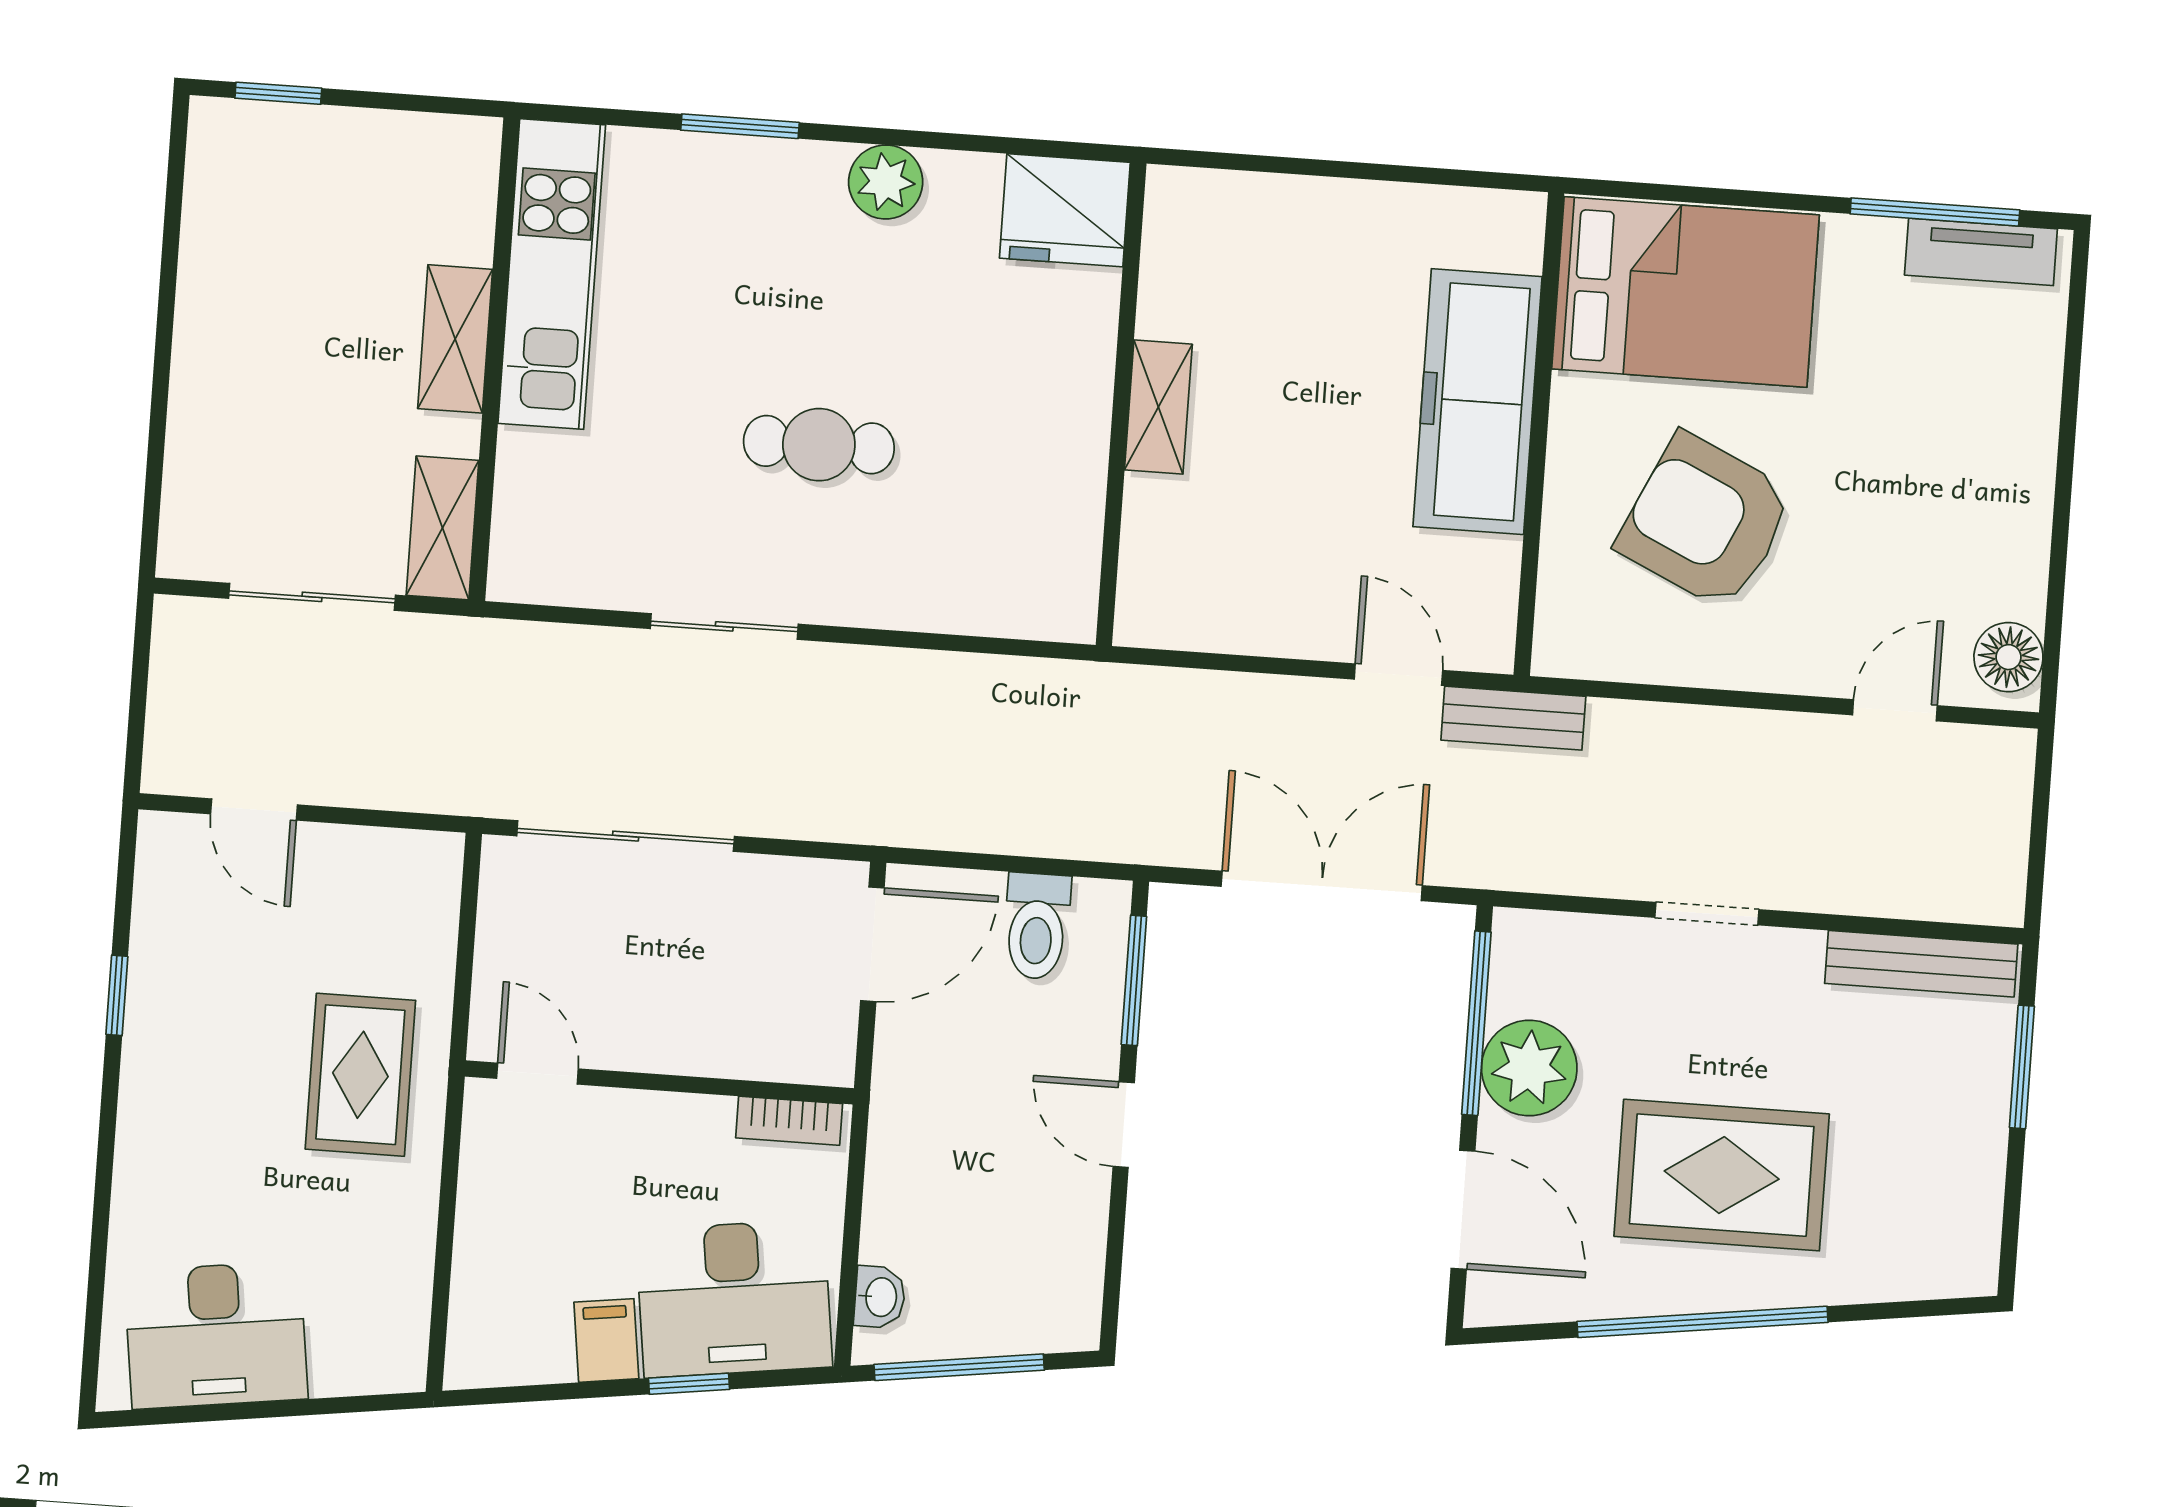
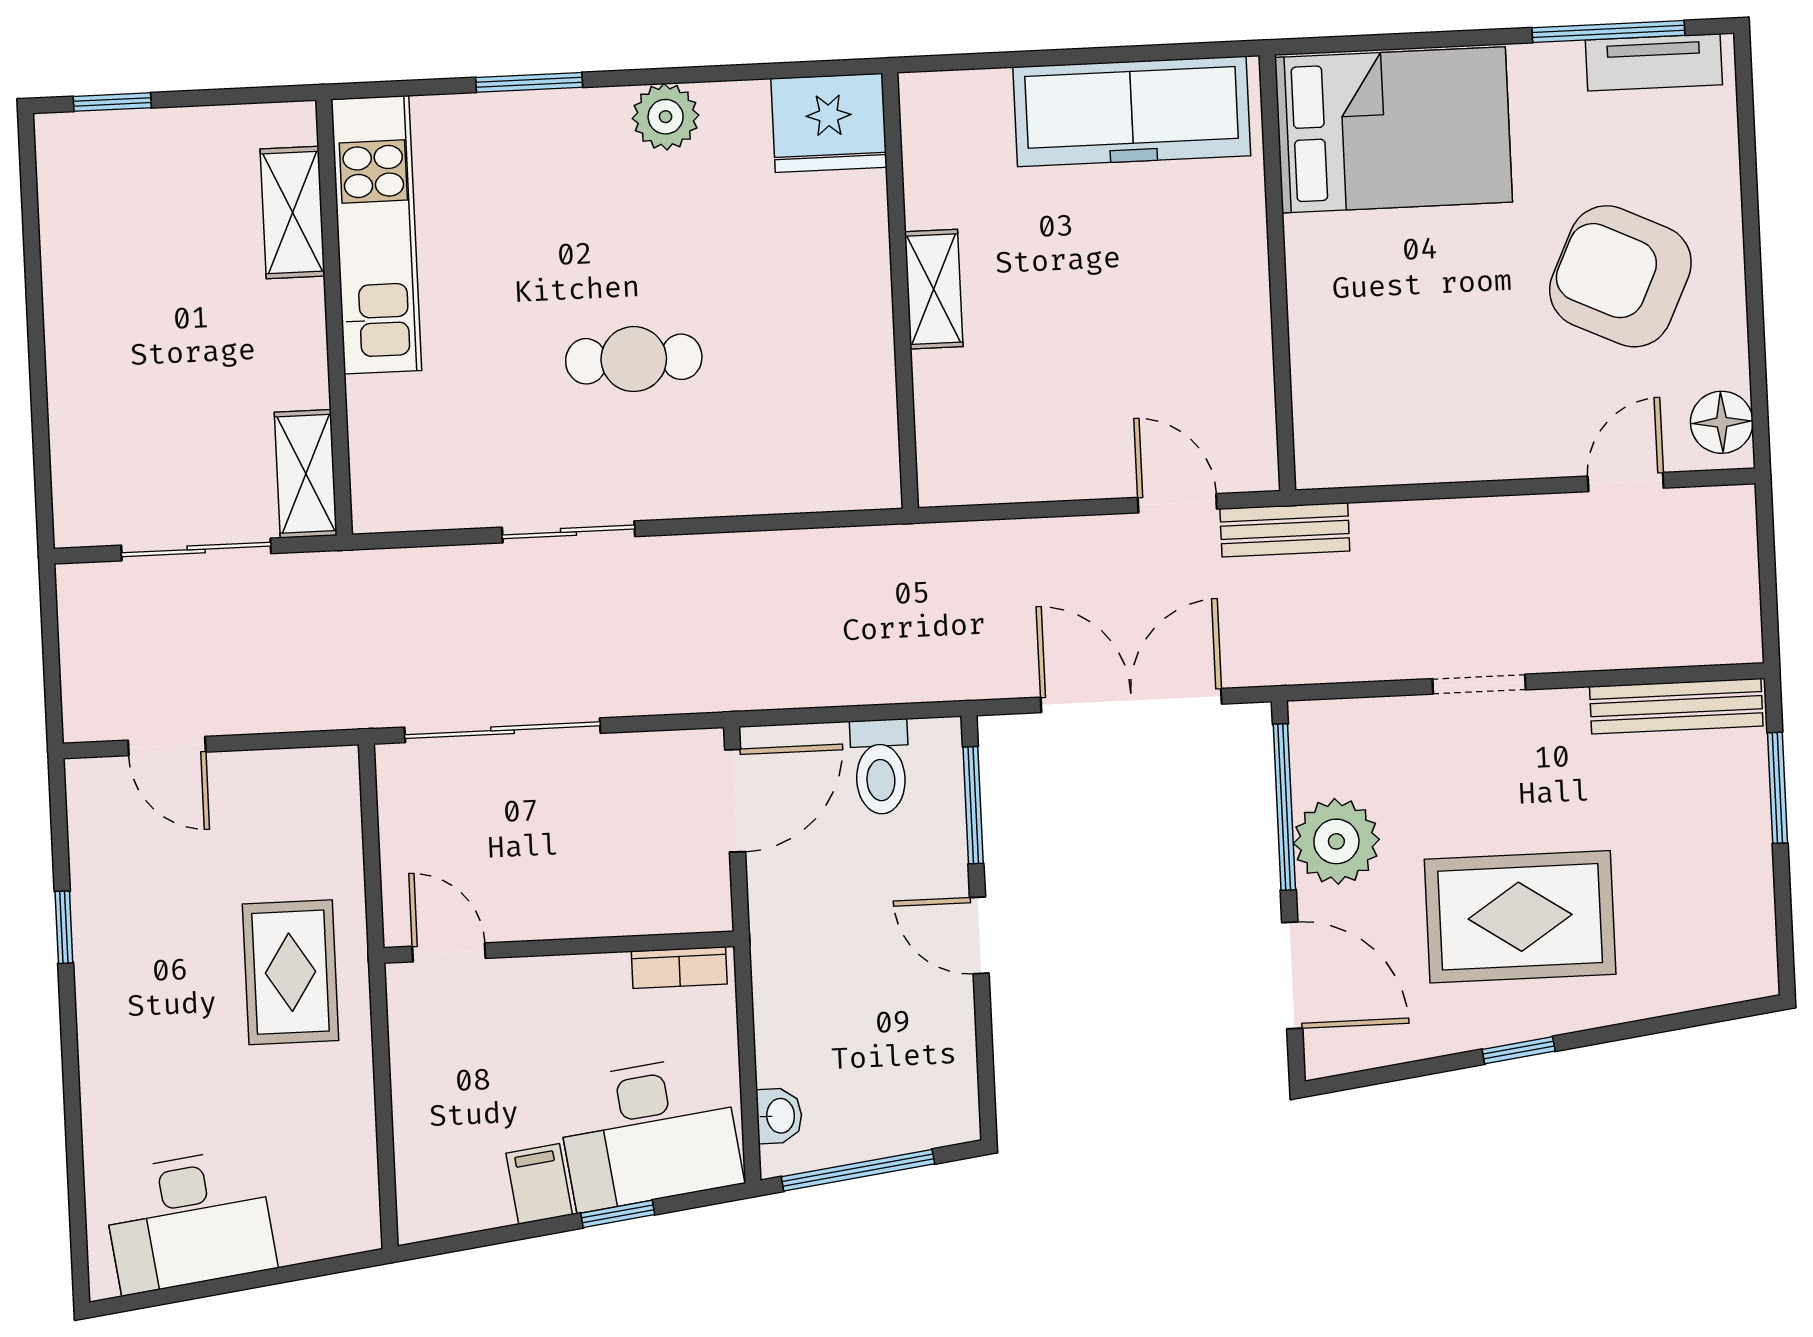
shelving: (455, 339) -> (292, 213), moved
freezer: (1477, 402) -> (1132, 111), moved, turned -90
armchair: (1706, 521) -> (1620, 276), moved
window: (1702, 1322) -> (1519, 1050), width x0.32

